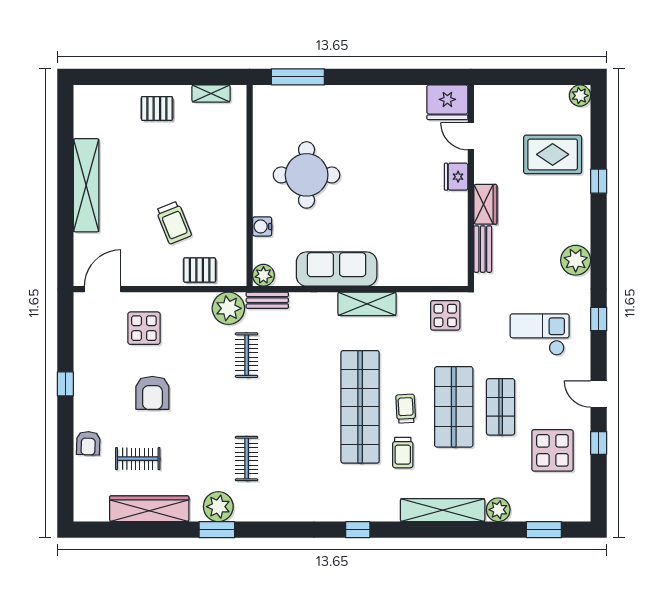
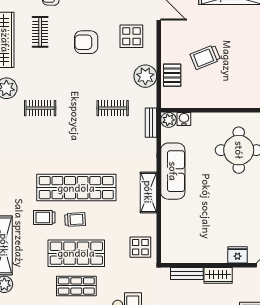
water cooler: (262, 226) -> (184, 119), moved
plant: (228, 308) -> (145, 76), moved

